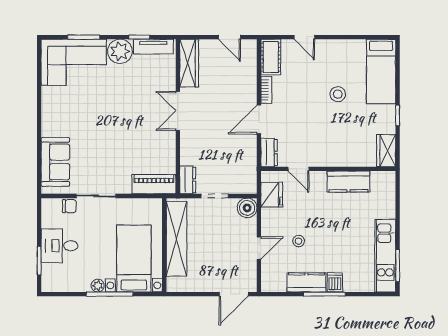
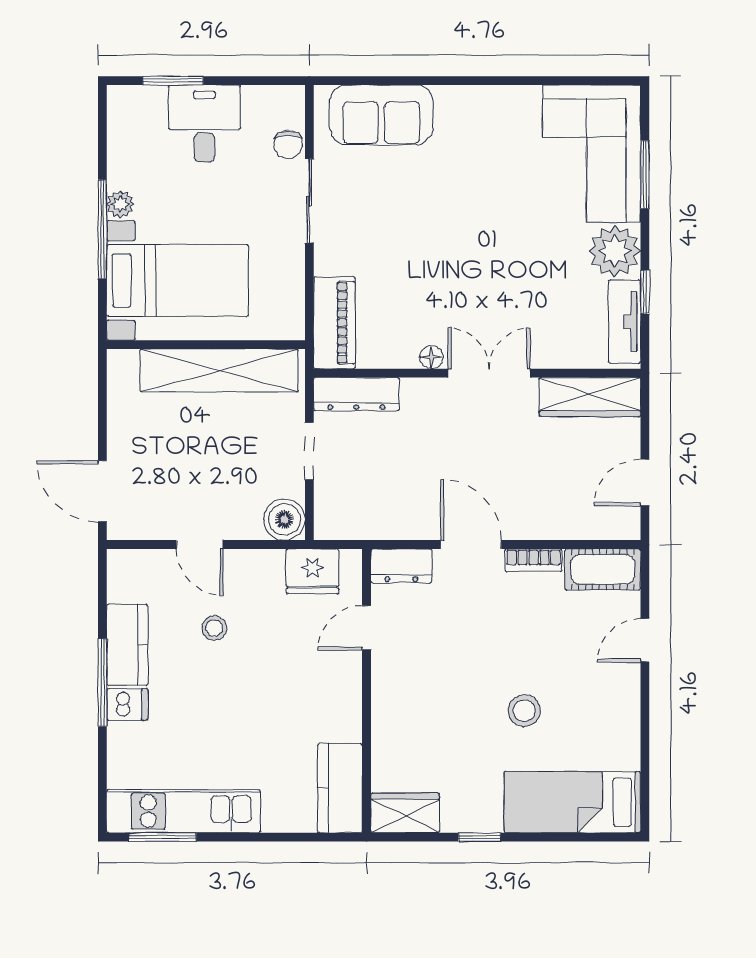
floor lamp: (170, 138) -> (431, 357), added
dresser: (188, 180) -> (356, 394), width x1.44
kitchen counter: (349, 182) -> (340, 788), moved

